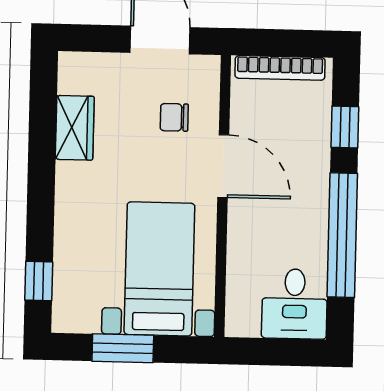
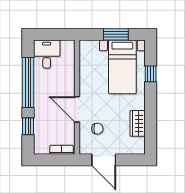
bookcase: (280, 68) -> (61, 150), width x0.64
bed with nightstands: (159, 269) -> (122, 67), moved
window: (39, 281) -> (151, 74), moved

